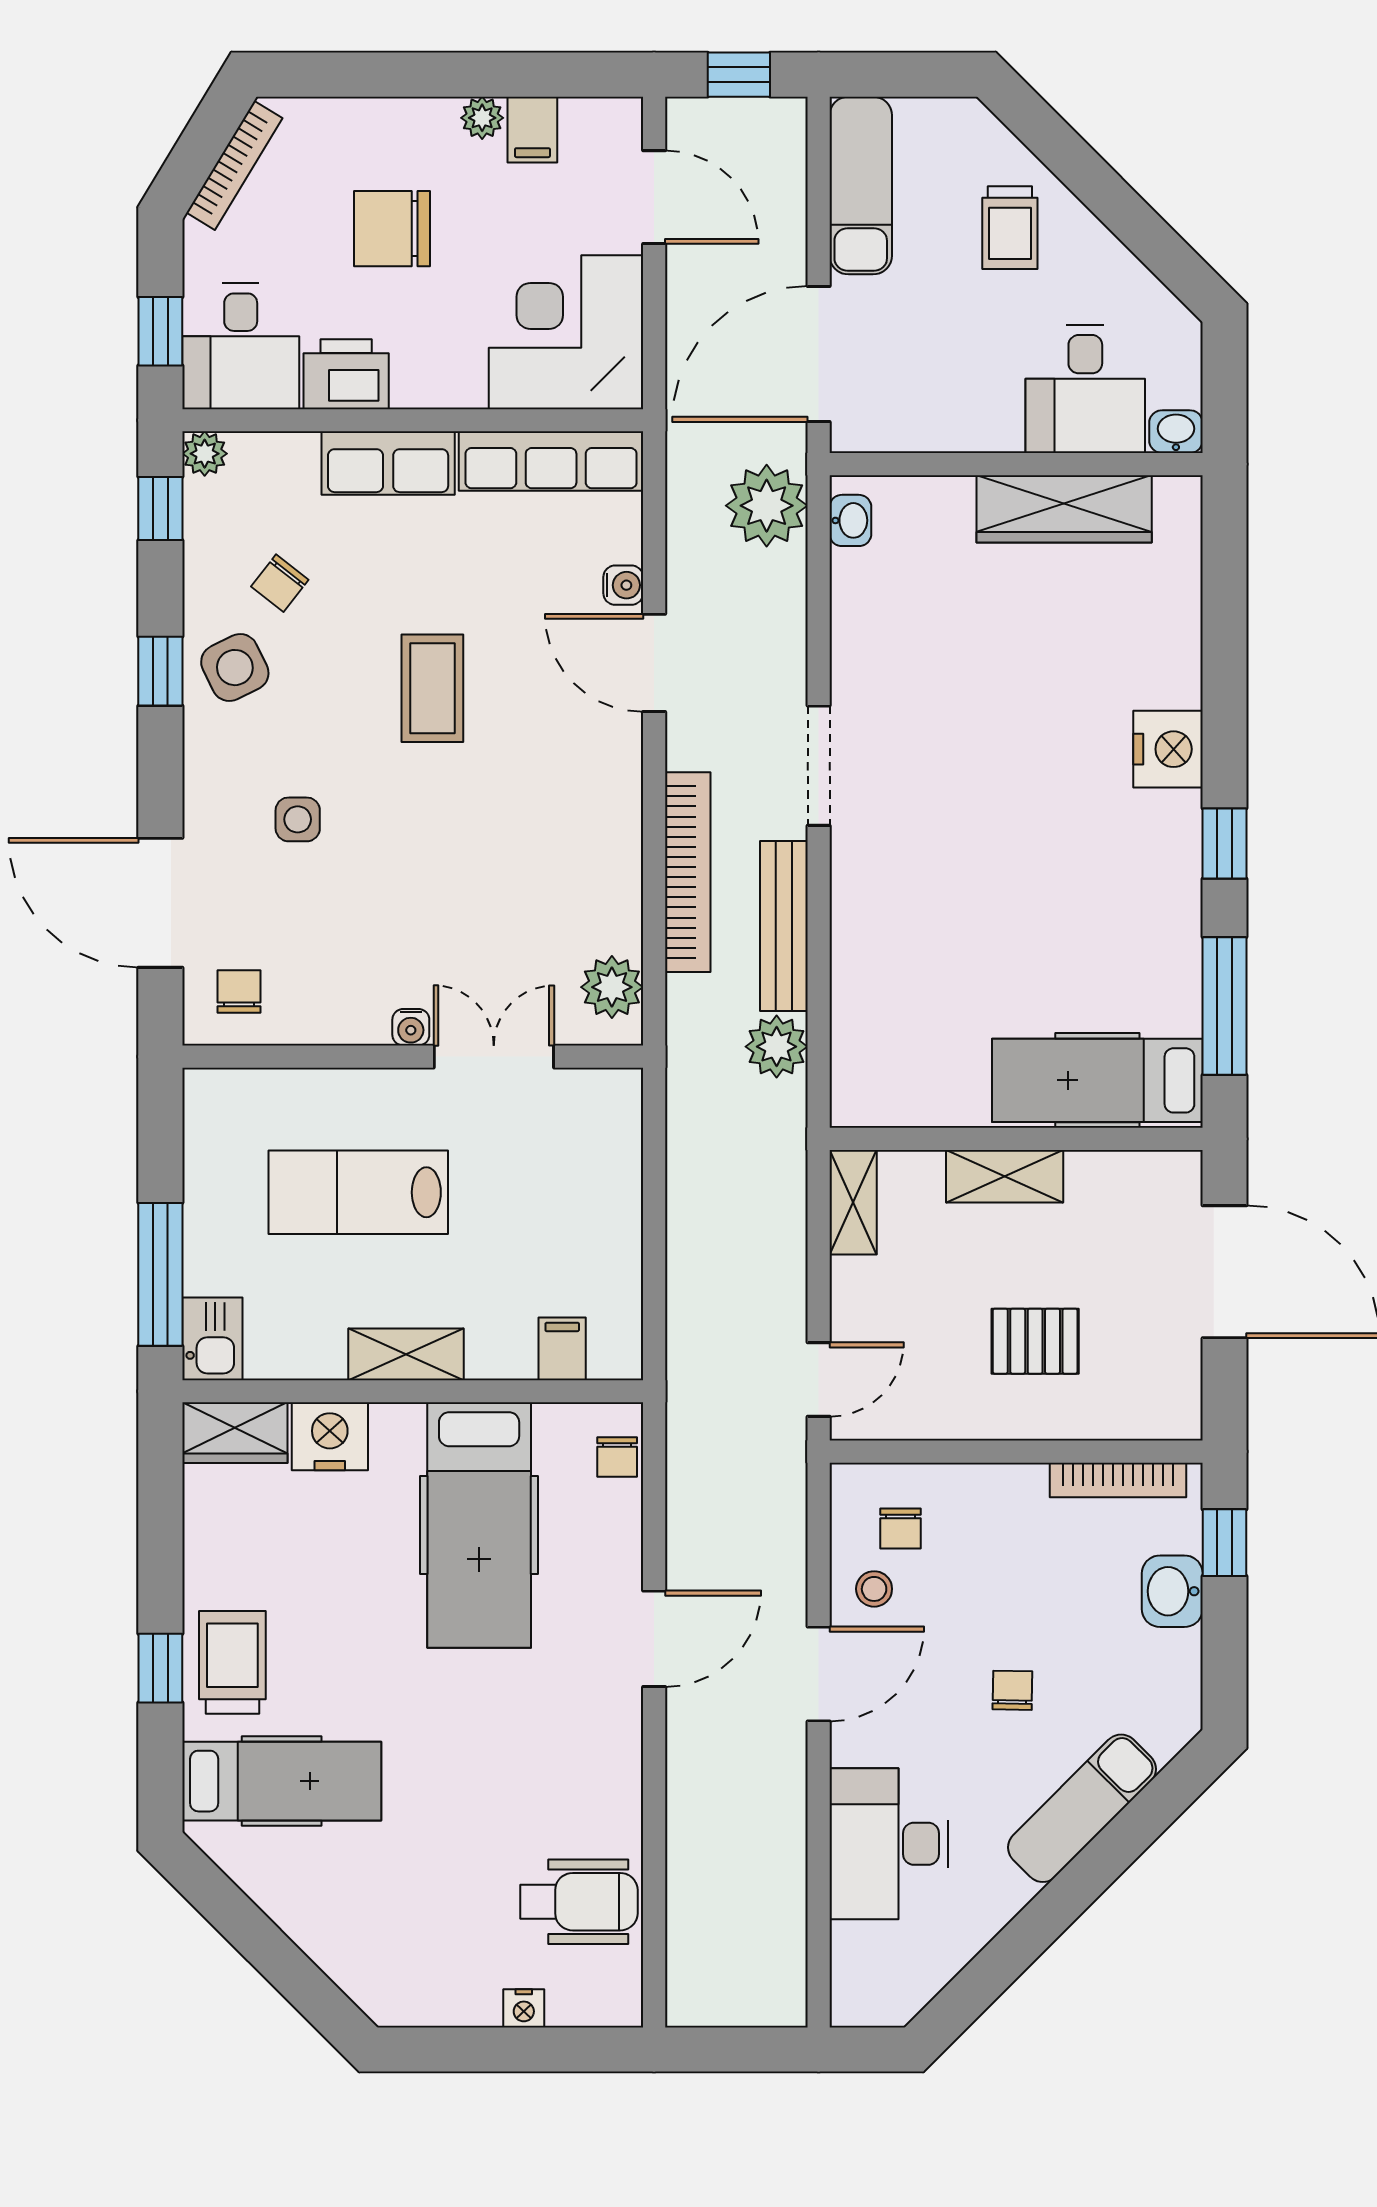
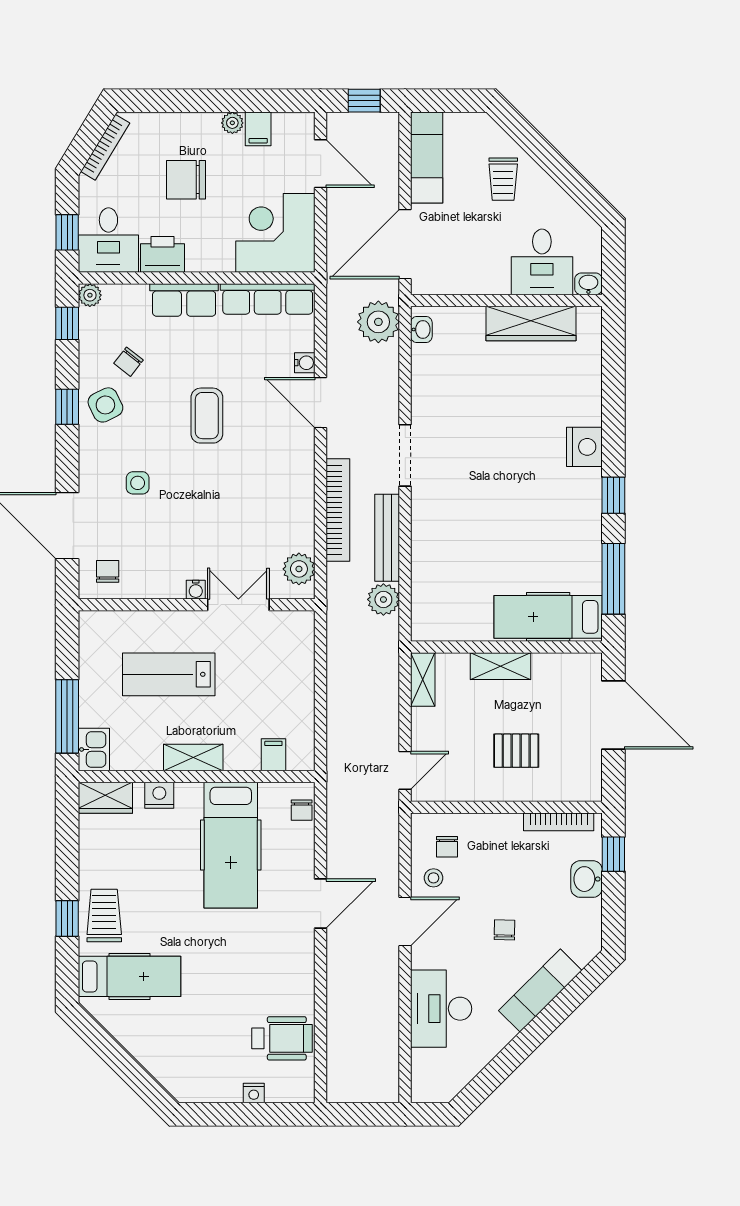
nightstand: (330, 1436) -> (159, 795), width x0.74, depth x0.75

